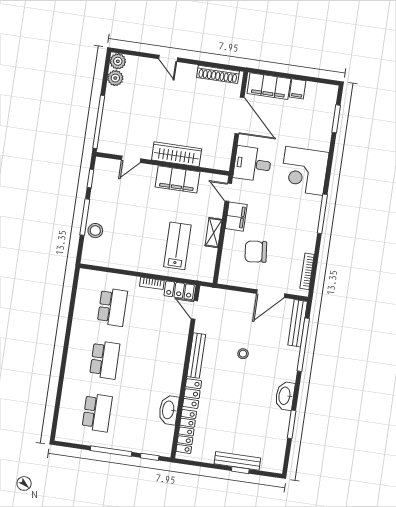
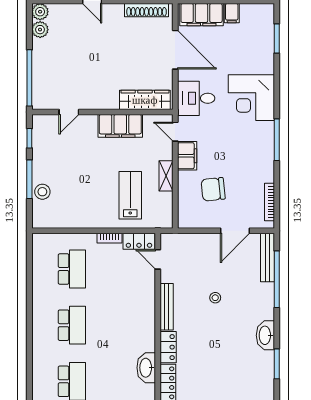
wardrobe: (177, 154) -> (145, 100), moved

